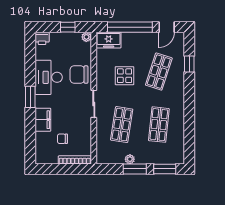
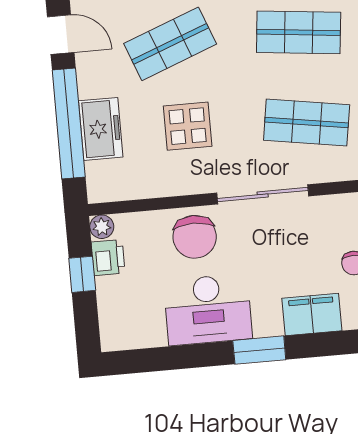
printer: (42, 38) -> (108, 257), moved
freezer: (109, 40) -> (101, 129), moved
shop shelf: (159, 72) -> (170, 44), turned -39
sliding door: (94, 104) -> (263, 194), width x1.37

